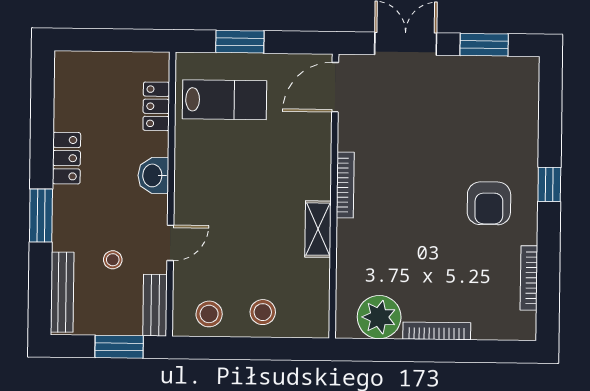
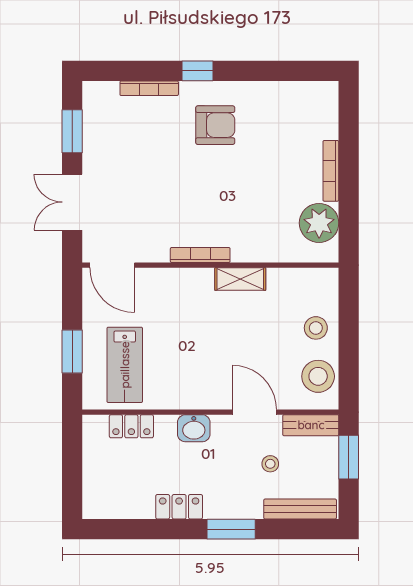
lab bench: (224, 100) -> (125, 365), turned 180
door: (170, 243) -> (254, 412), width x1.38
bookcase: (529, 278) -> (149, 88), moved
stool: (209, 314) -> (318, 376), width x1.38, depth x1.38

